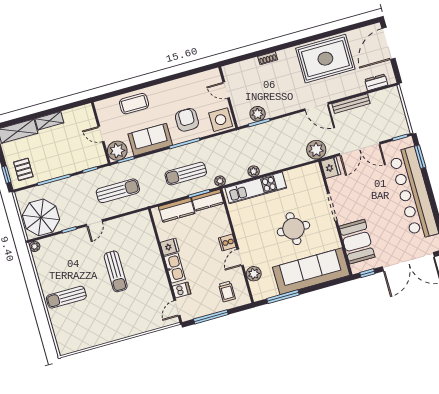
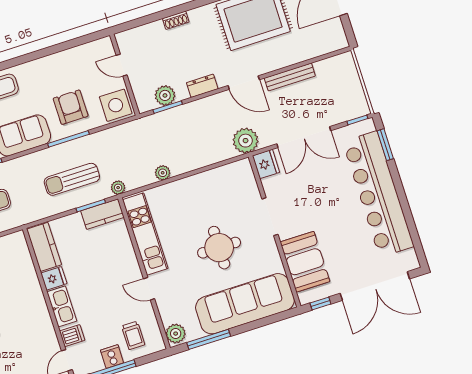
dresser: (376, 82) -> (202, 86), moved
kitchen unit: (256, 188) -> (145, 234), moved, turned -90
kitchen counter: (177, 210) -> (44, 247), moved, turned -90
cooker: (227, 242) -> (112, 357), moved, turned 90
door: (240, 257) -> (149, 289), hinge flipped
plant: (254, 274) -> (176, 334), moved

